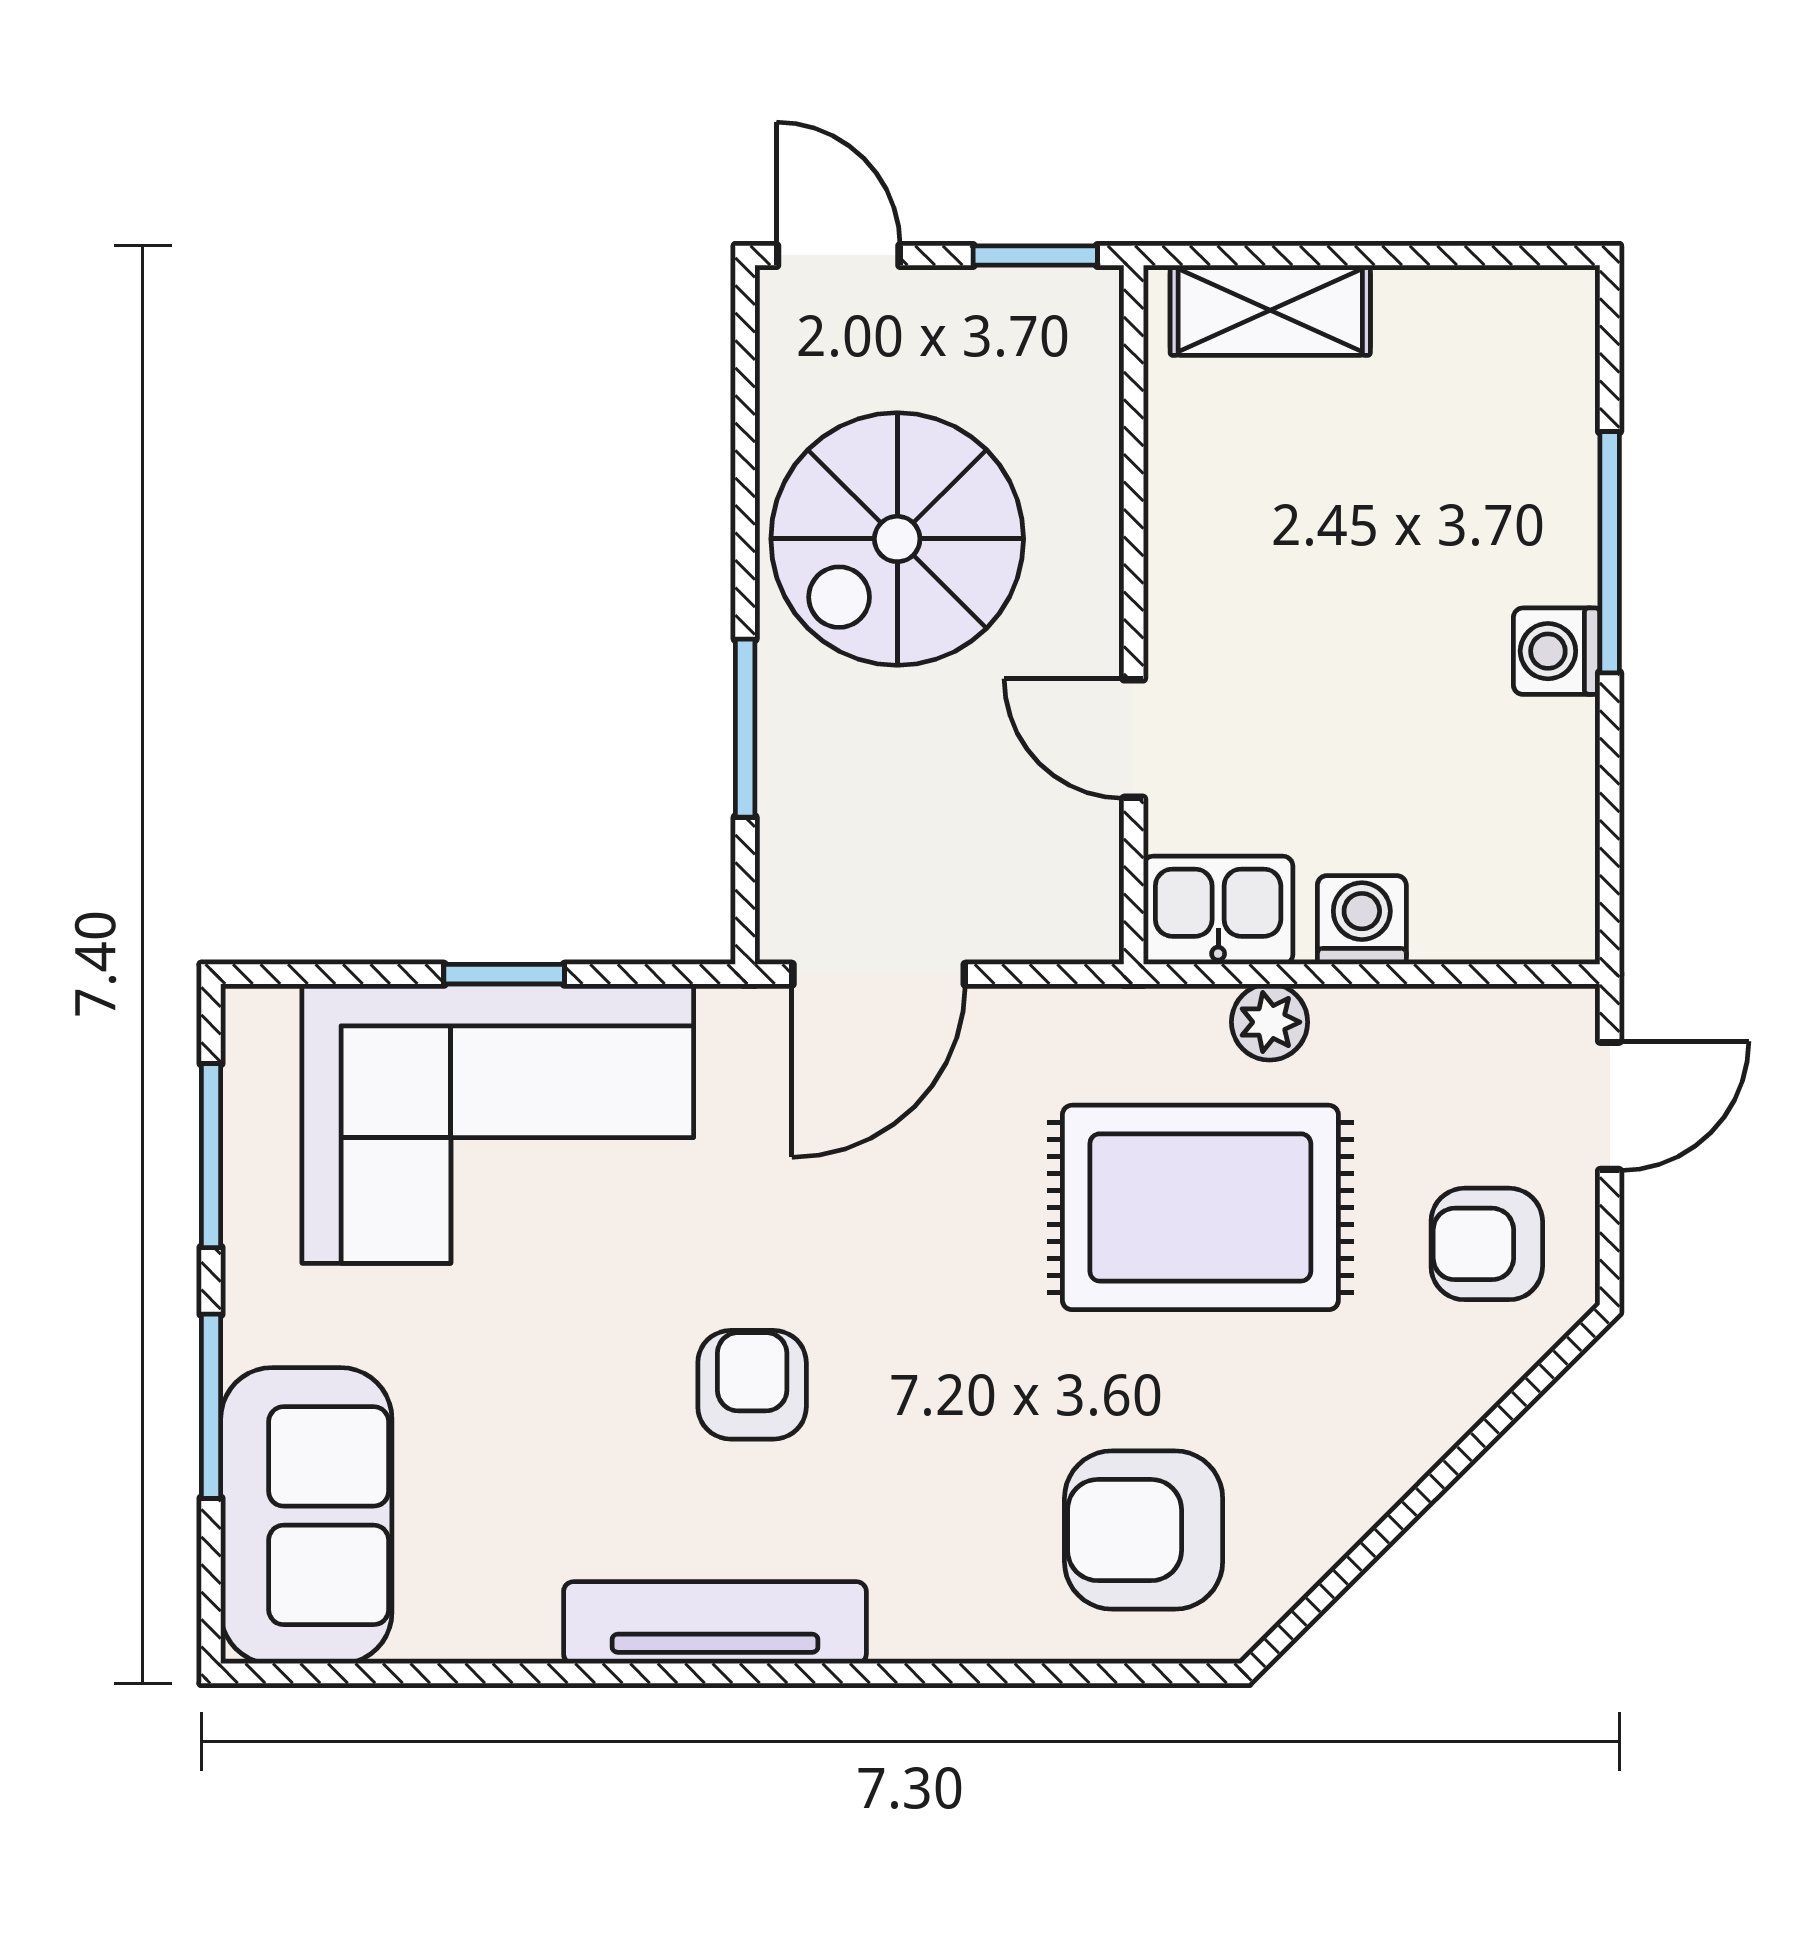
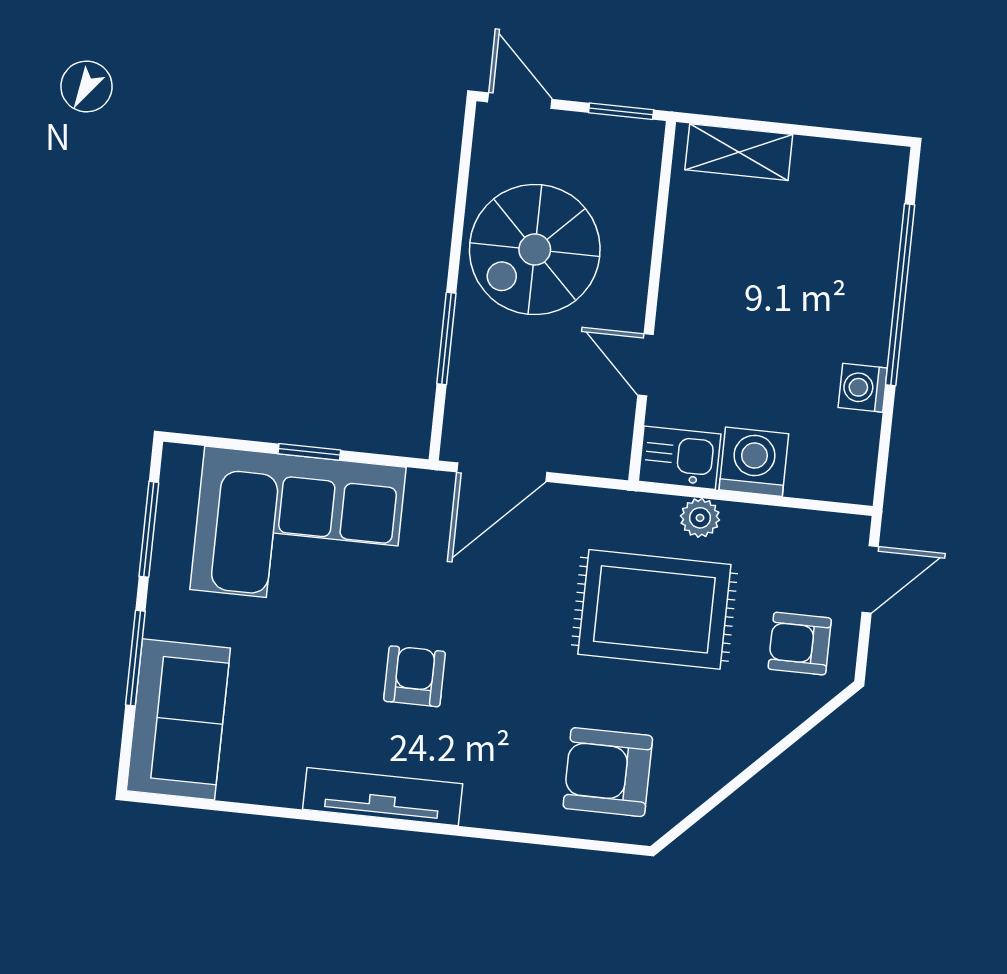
window: (1610, 552) -> (900, 295), width x1.46
washing machine: (1557, 651) -> (863, 388), moved
washing machine: (1362, 920) -> (754, 462), width x1.38, depth x1.38

